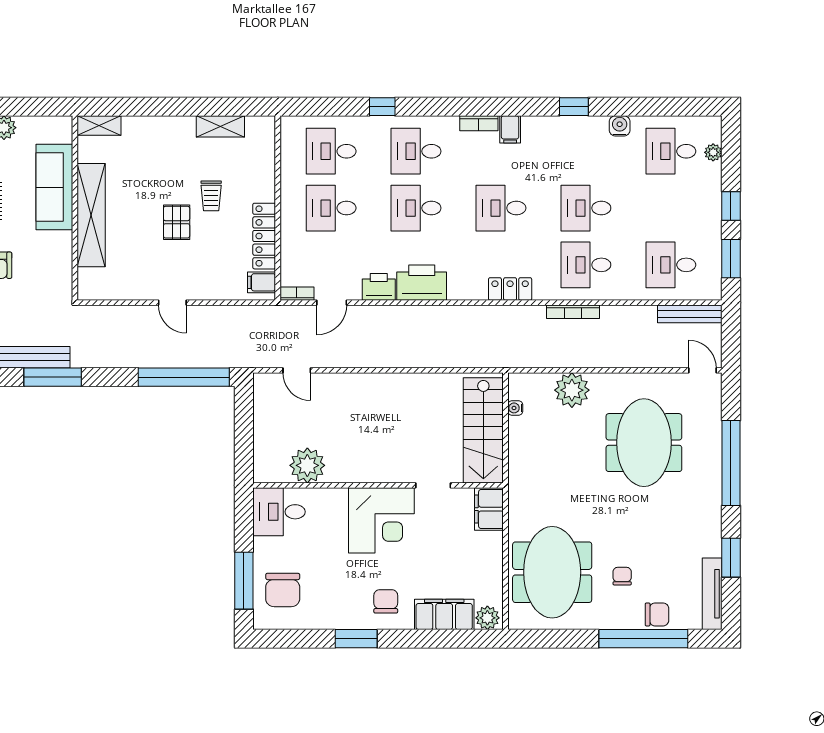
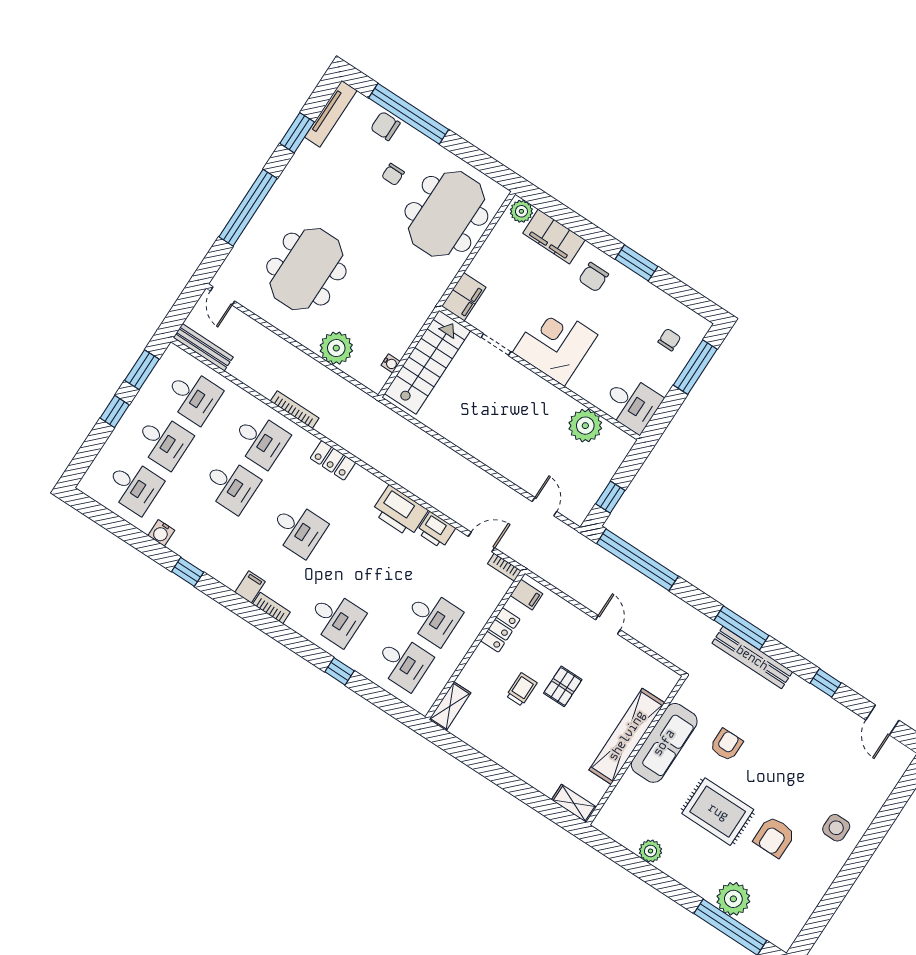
shelving: (220, 126) -> (450, 706), moved, turned 90
plant: (713, 152) -> (101, 463), removed
sofa: (54, 187) -> (664, 743), moved
desk: (416, 208) -> (163, 441), moved
locker: (264, 236) -> (500, 630), width x0.66
window: (244, 417) -> (610, 497), added
chair: (283, 590) -> (669, 340), width x0.54, depth x0.54

